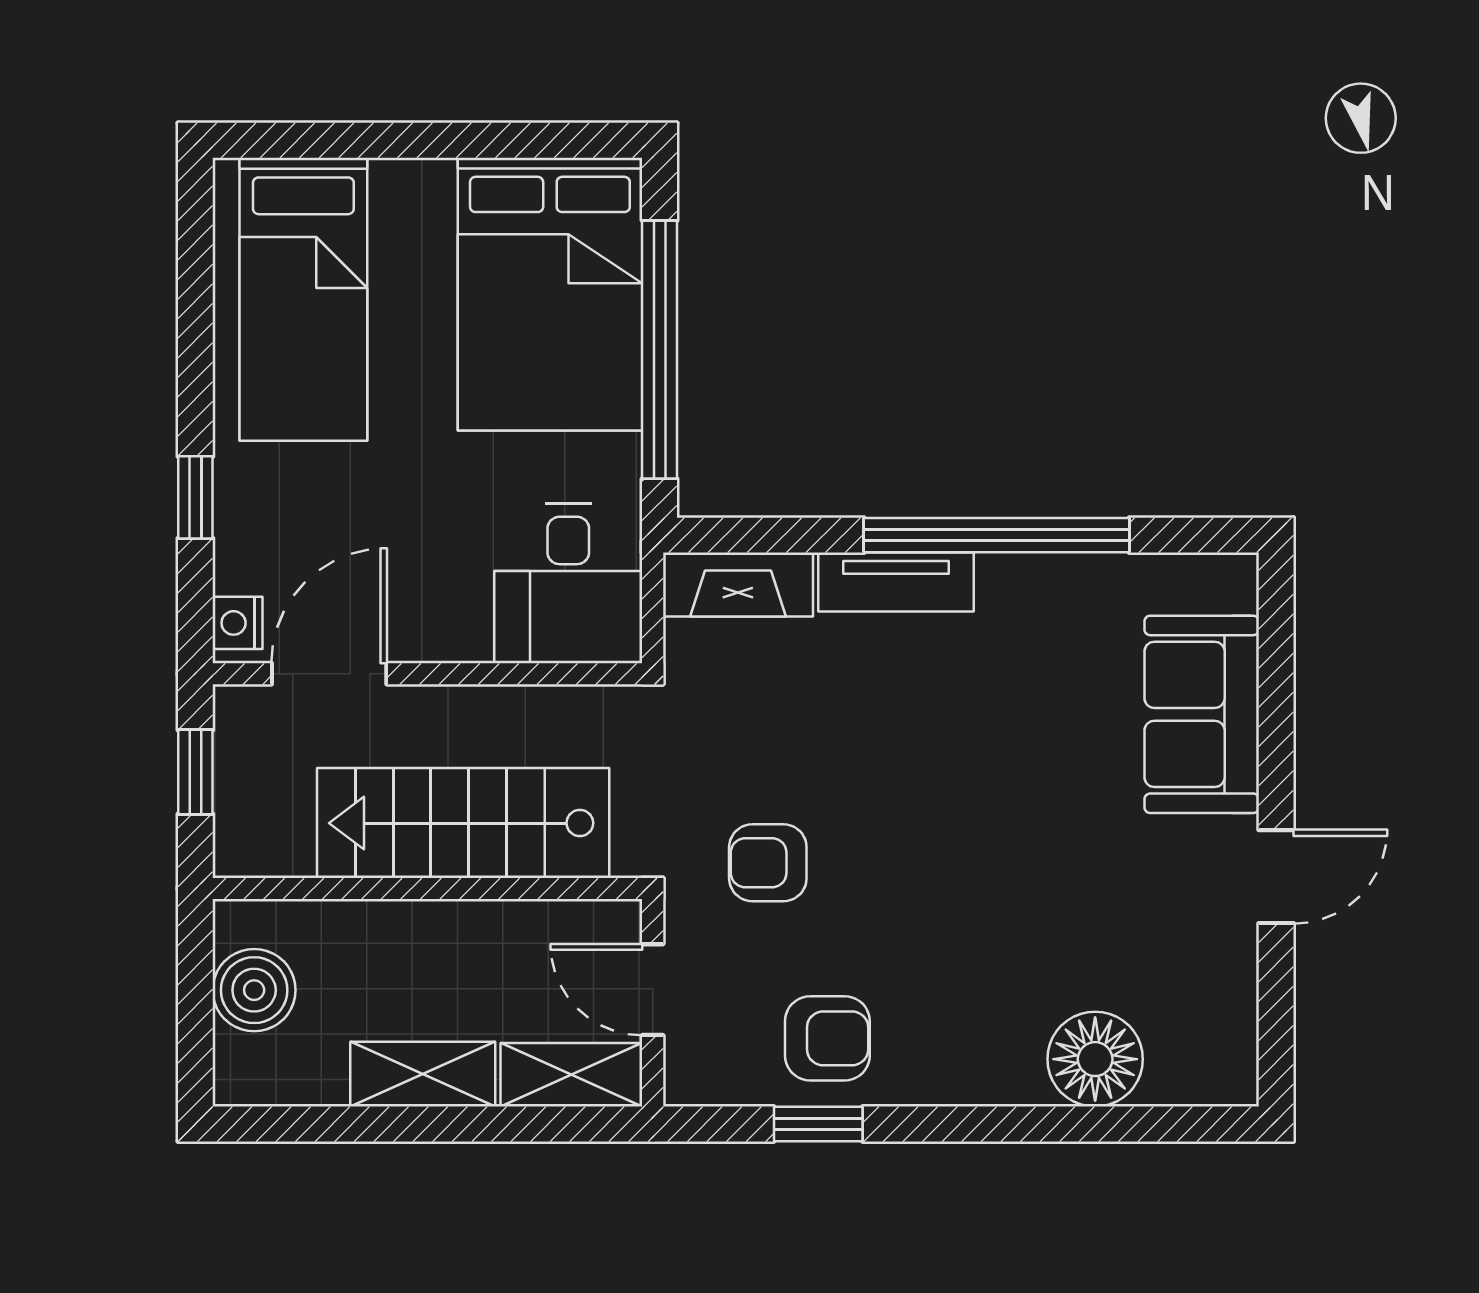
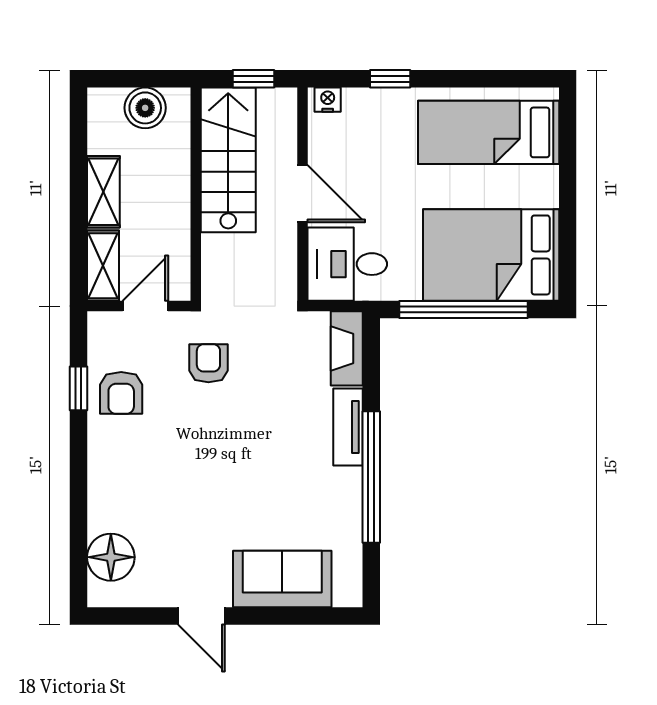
door: (329, 674) -> (302, 194), moved
stairs: (463, 823) -> (228, 160), moved
floor lamp: (1095, 1059) -> (111, 557), moved

